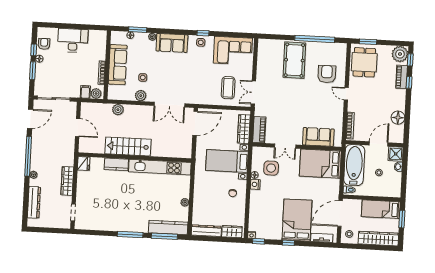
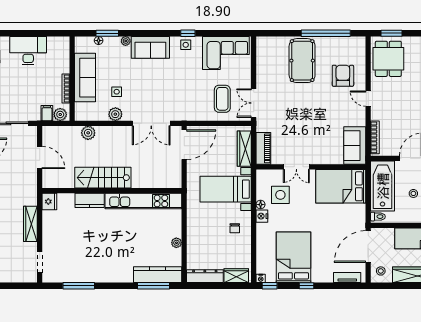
sofa: (318, 137) -> (355, 146), moved, turned -90
bed: (297, 220) -> (293, 257), moved
window: (130, 234) -> (79, 286), moved

